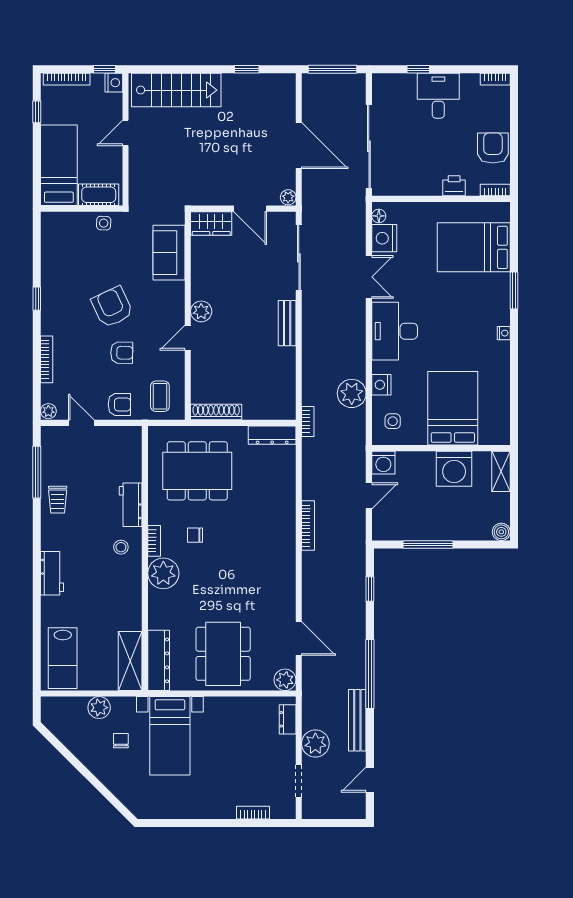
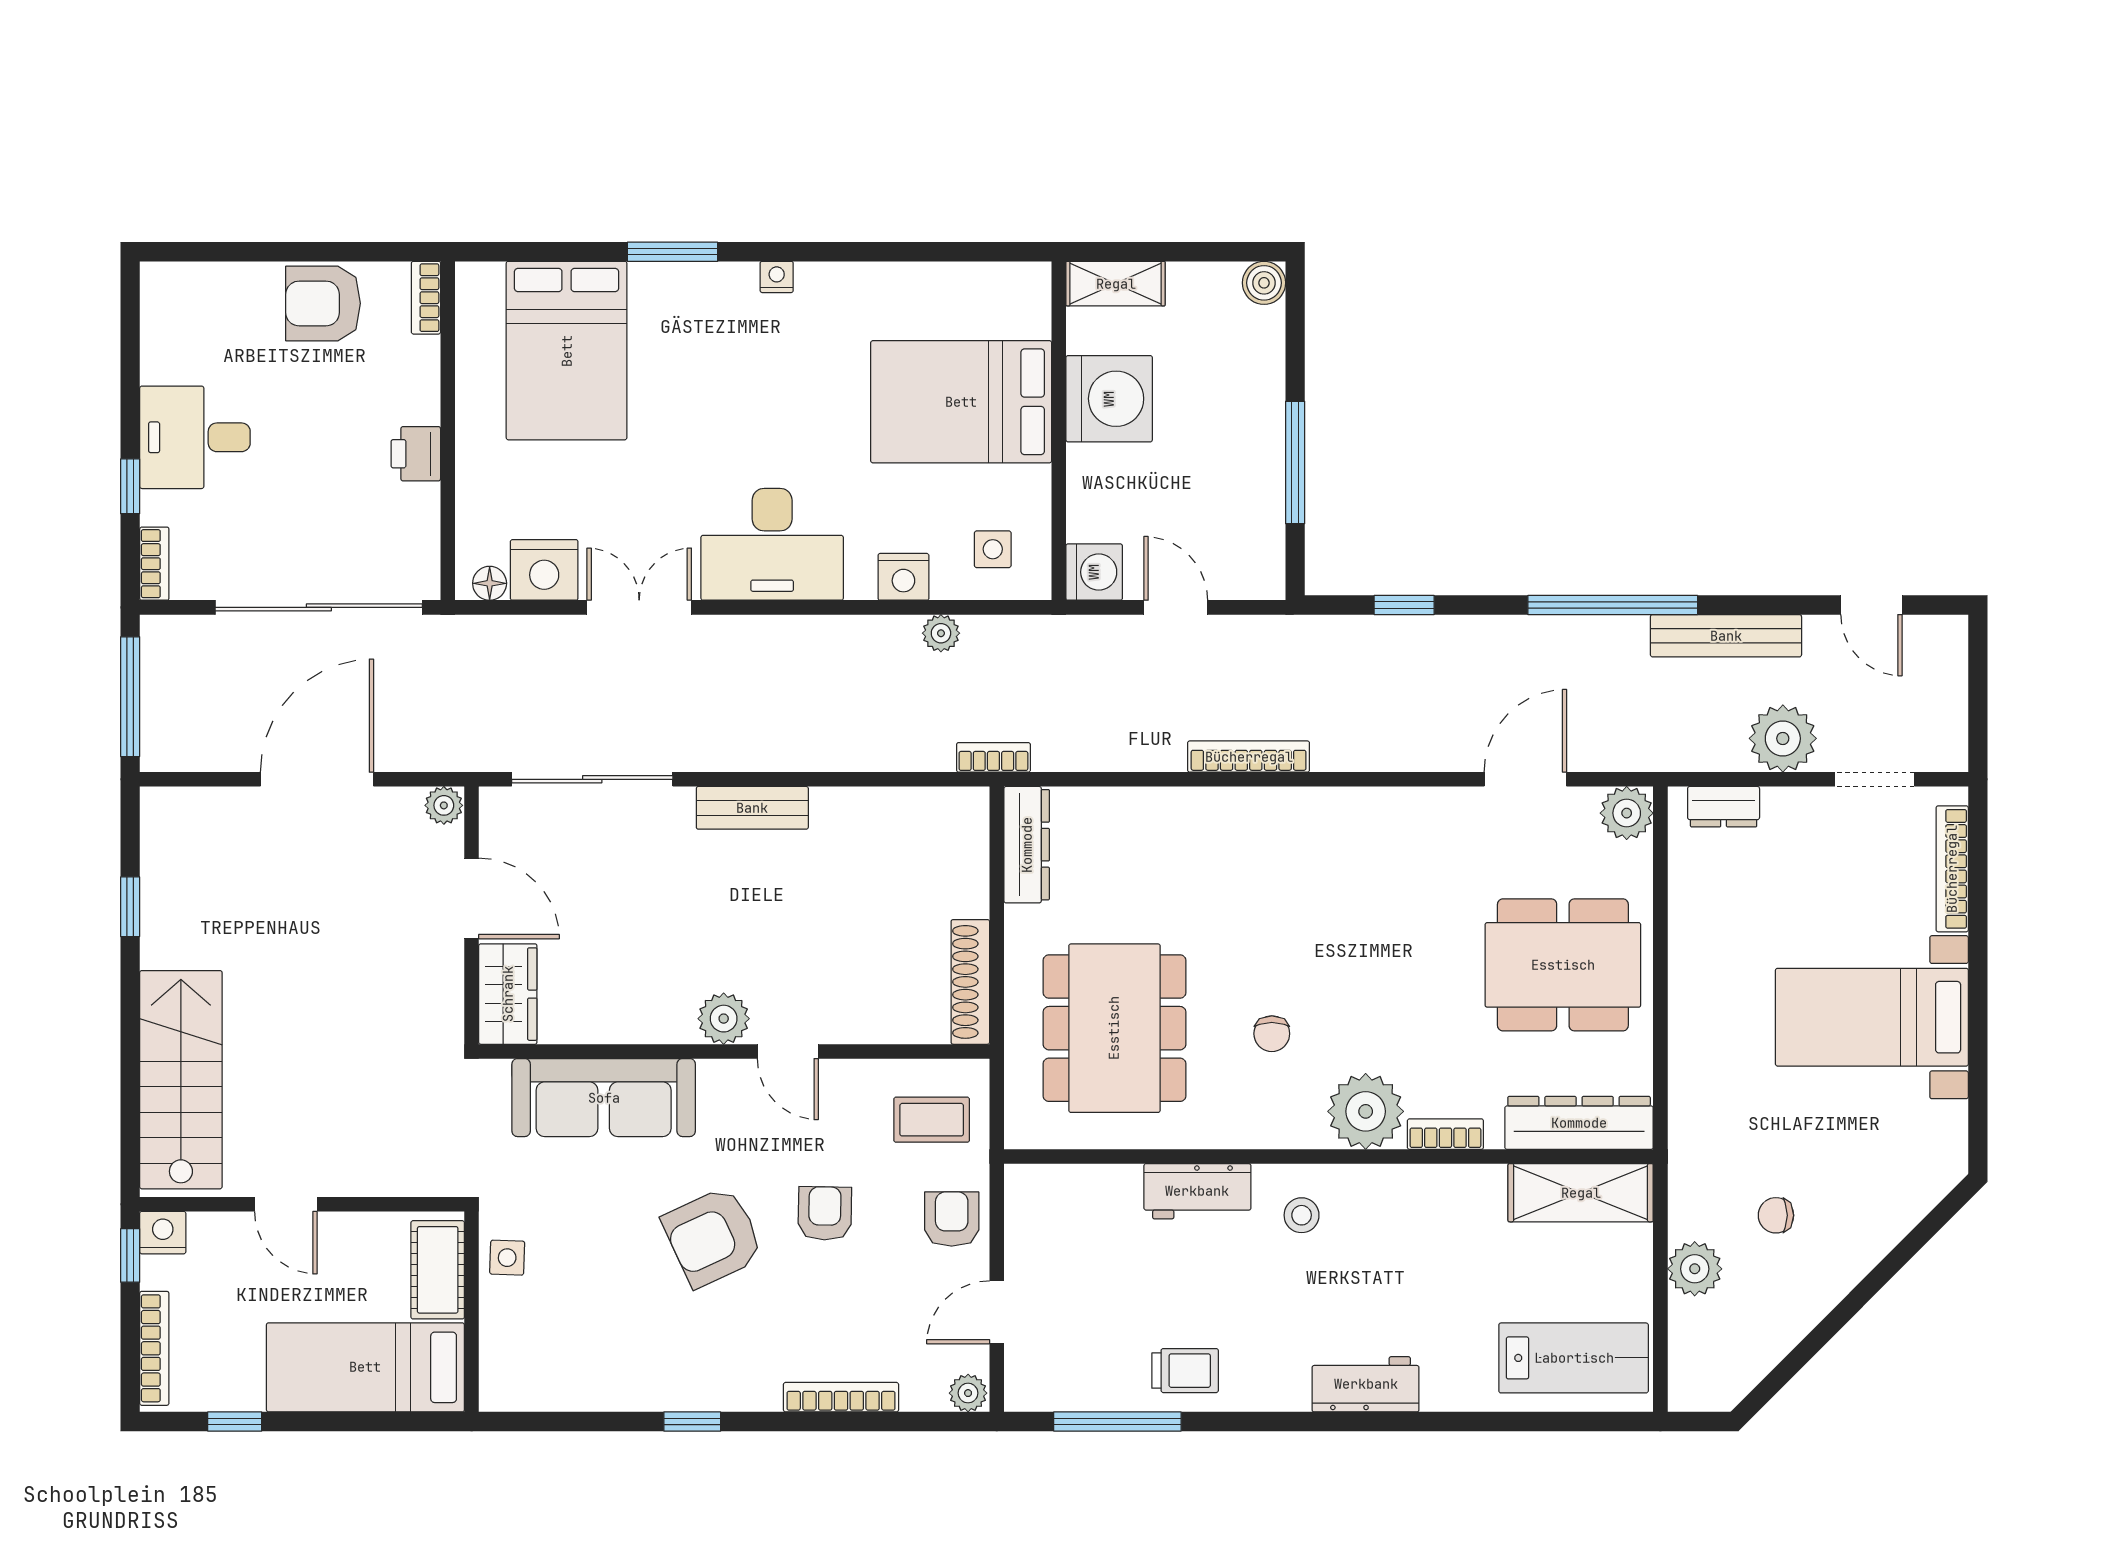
bookcase: (495, 79) -> (154, 564), moved
printer: (454, 186) -> (416, 454), moved
door: (250, 209) -> (472, 899), hinge flipped
sofa: (169, 253) -> (604, 1098), width x1.36
plant: (352, 393) -> (941, 633), width x0.53, depth x0.53
bookcase: (154, 541) -> (1445, 1134), moved
bed with nightstands: (170, 736) -> (1872, 1017), moved, turned 180
bookcase: (253, 813) -> (1952, 869), width x1.56

